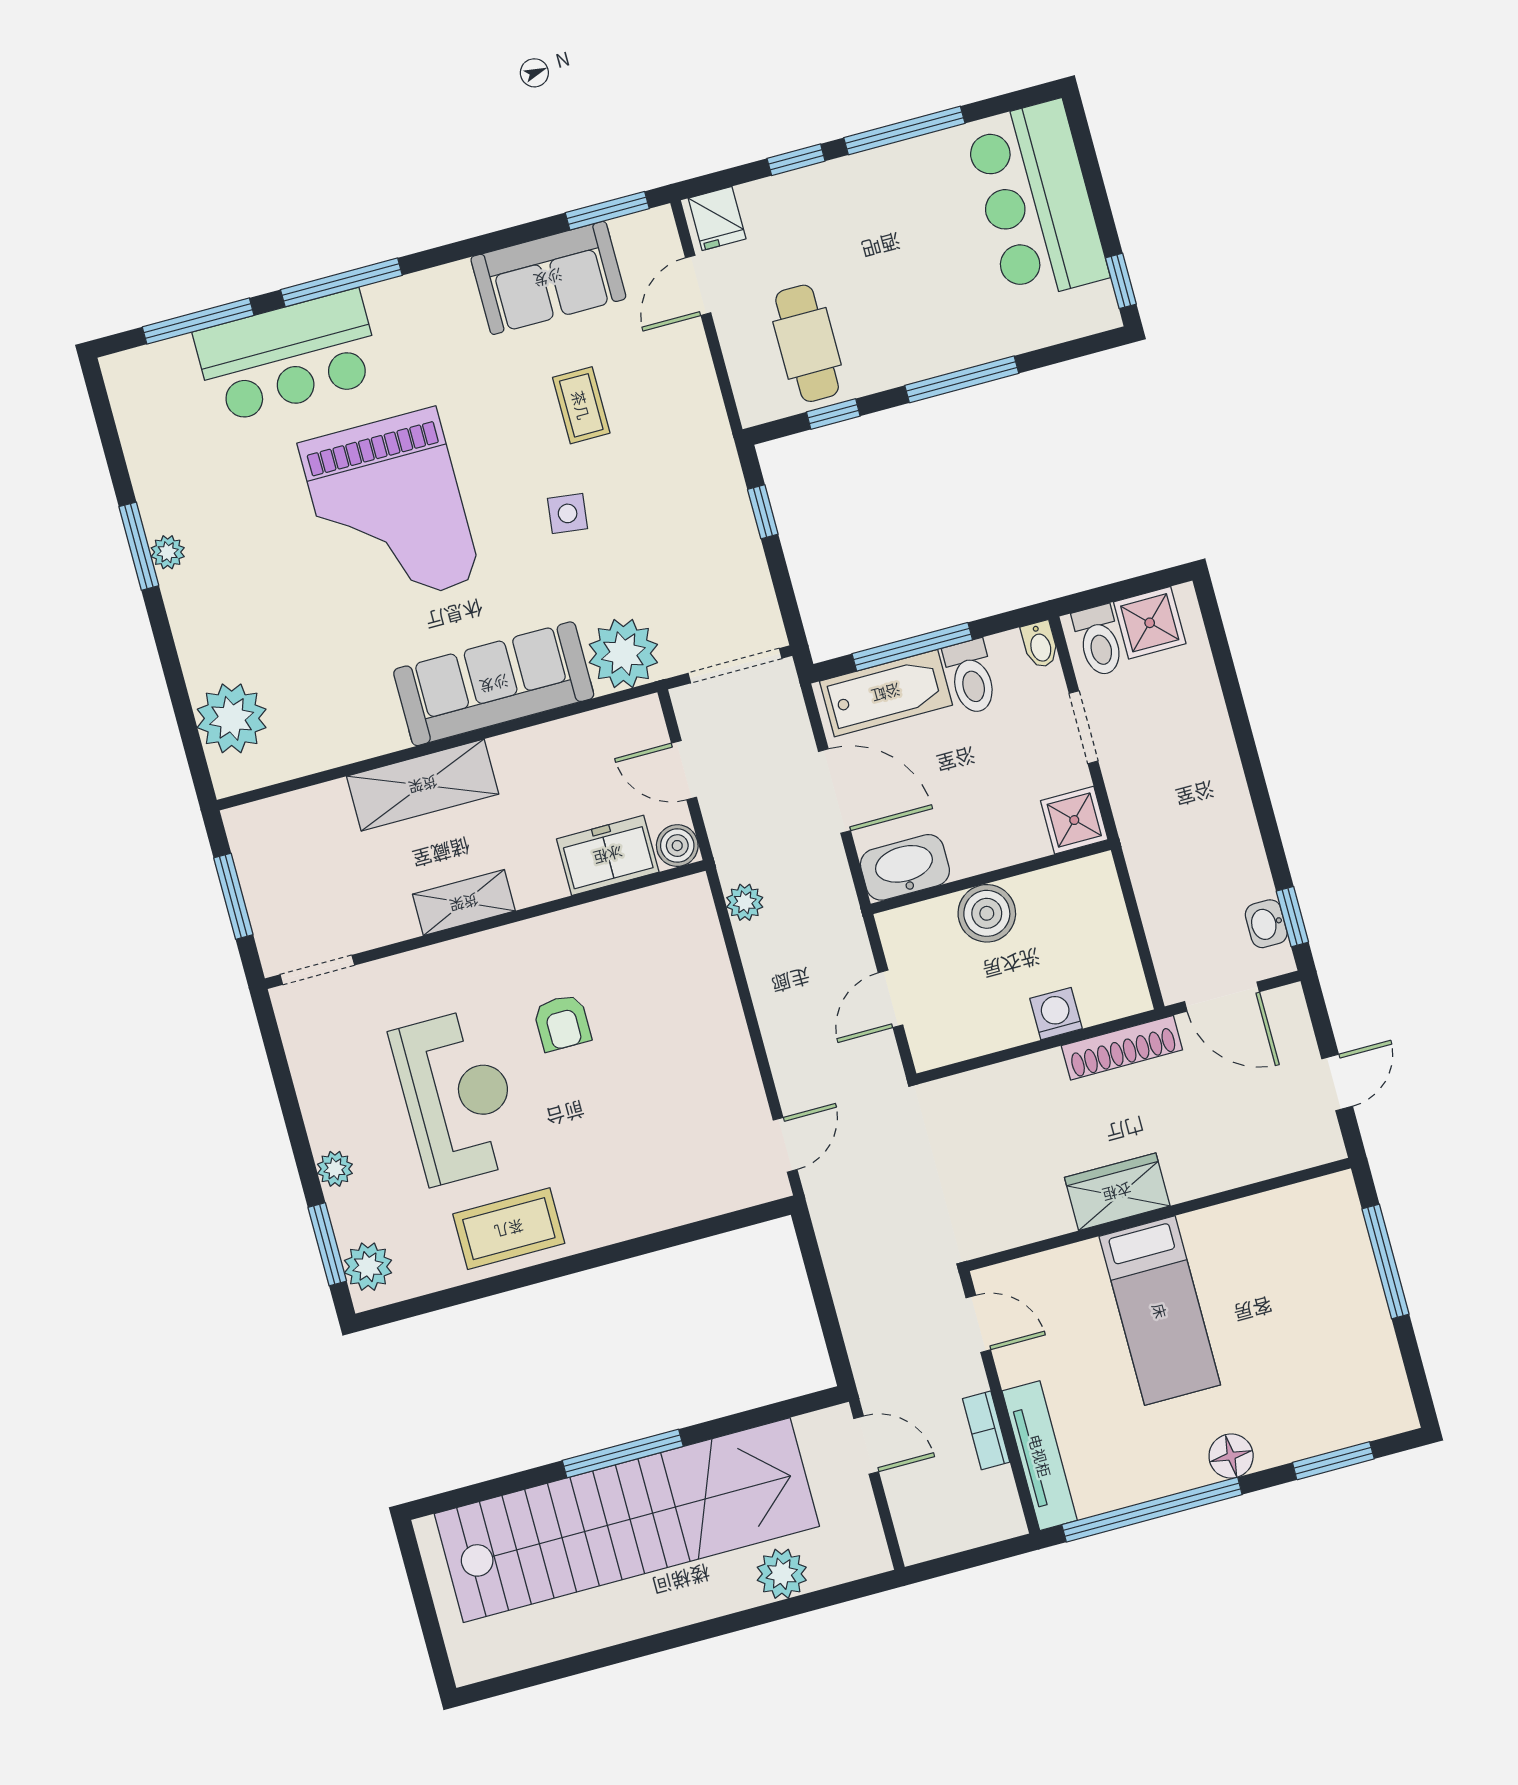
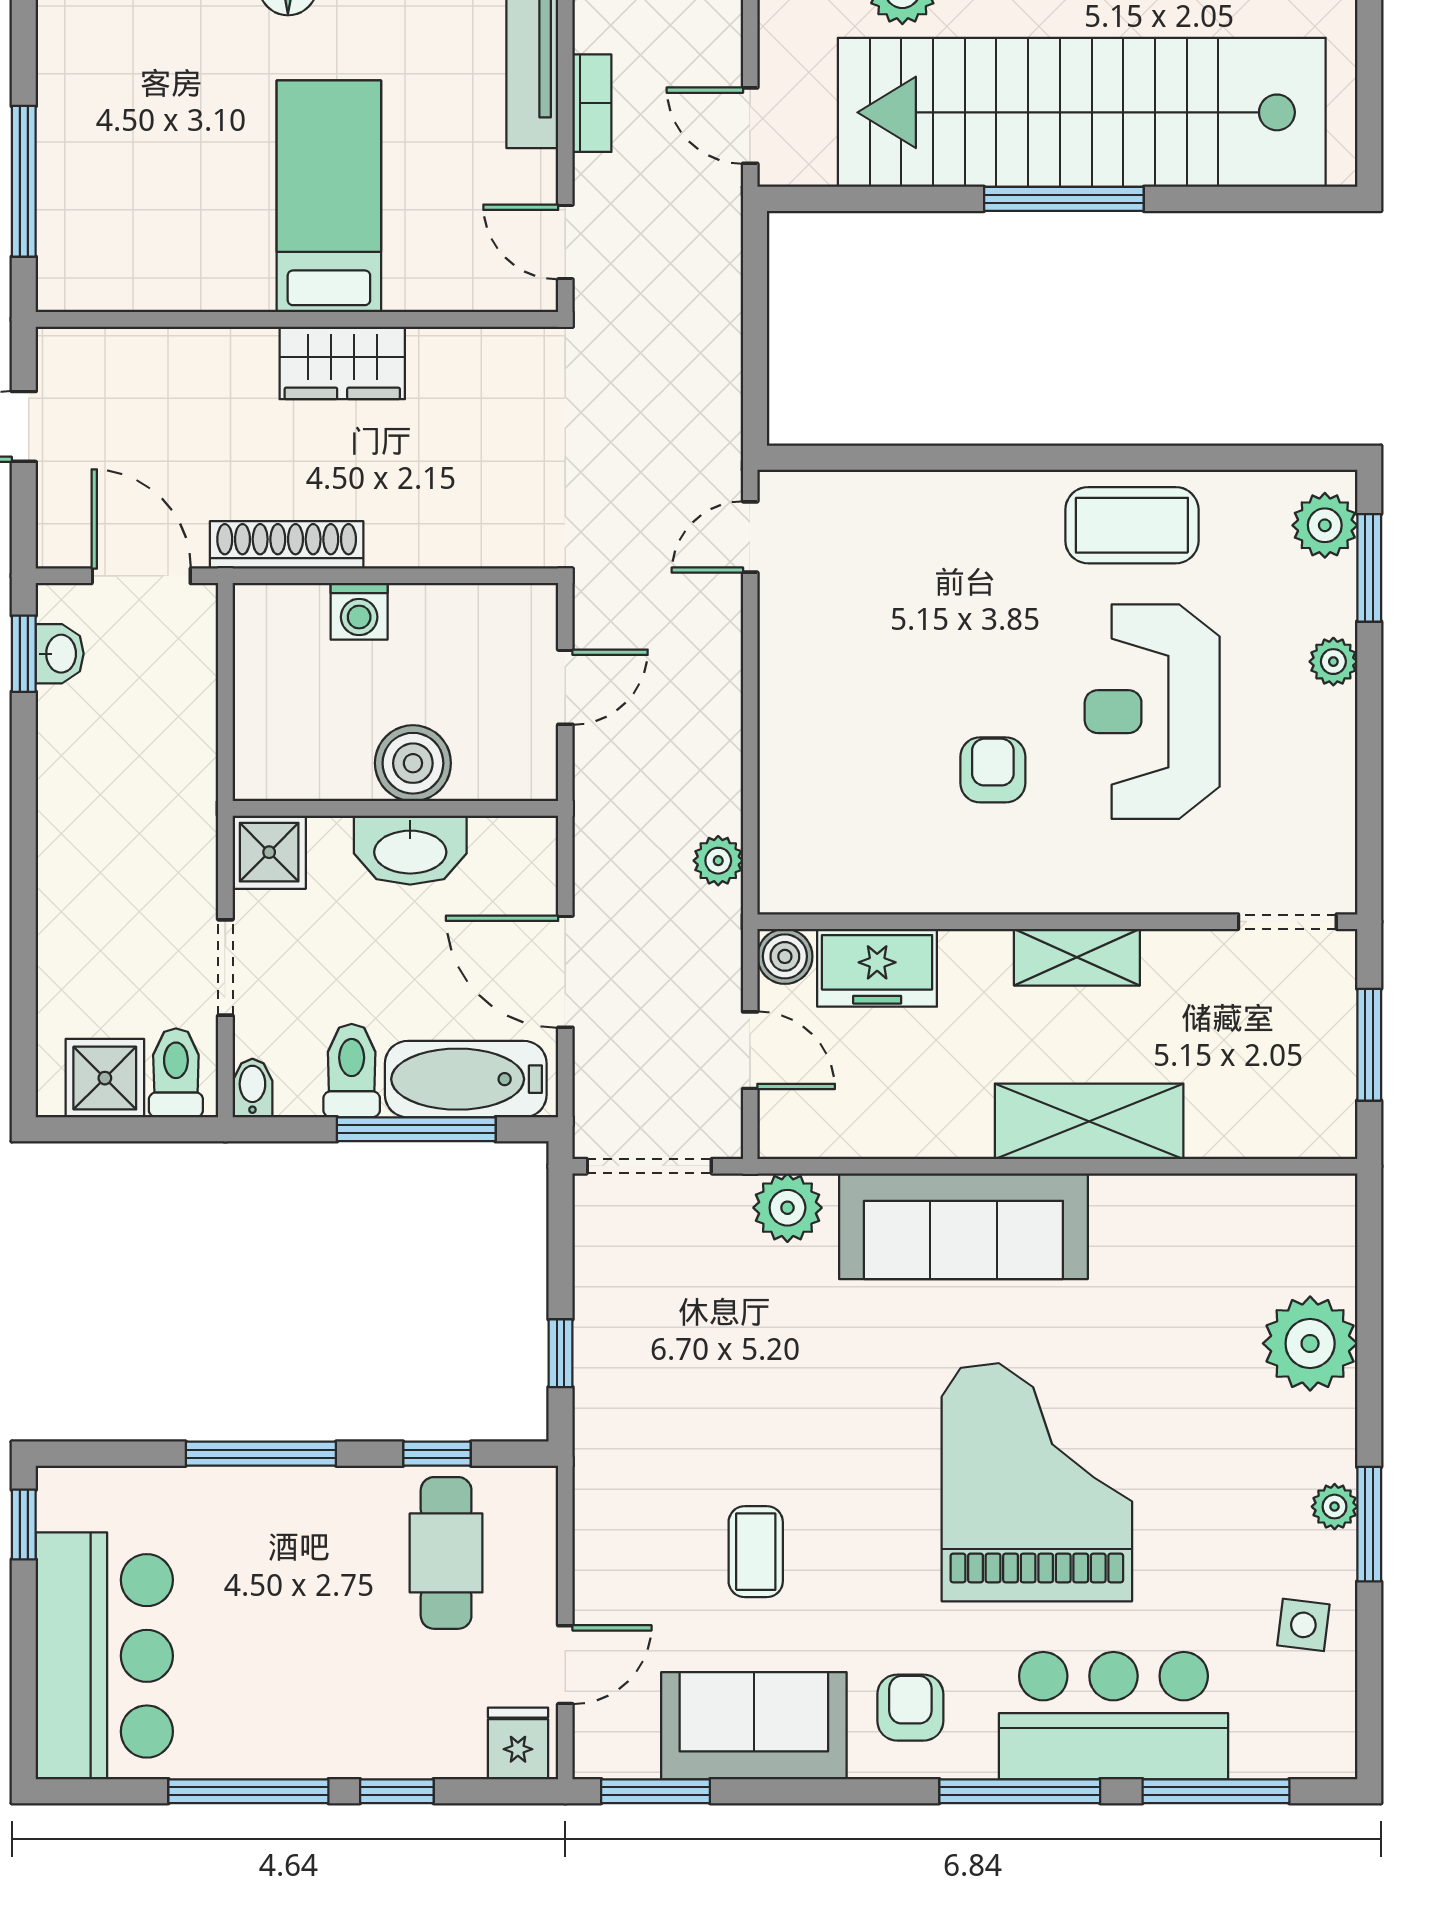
armchair: (438, 322) -> (910, 1708), added
side table: (568, 513) -> (1303, 1625), moved
plant: (623, 654) -> (787, 1208), width x0.73, depth x0.73
plant: (232, 718) -> (1310, 1343), moved
washbasin: (905, 867) -> (410, 850), moved

